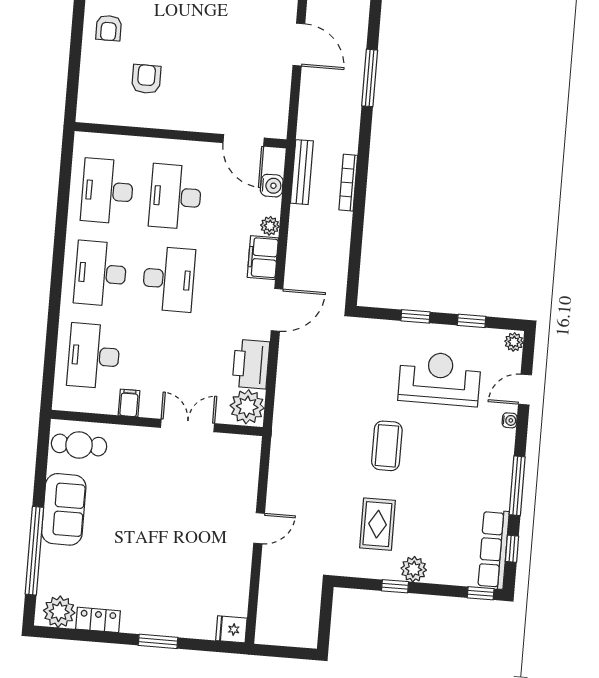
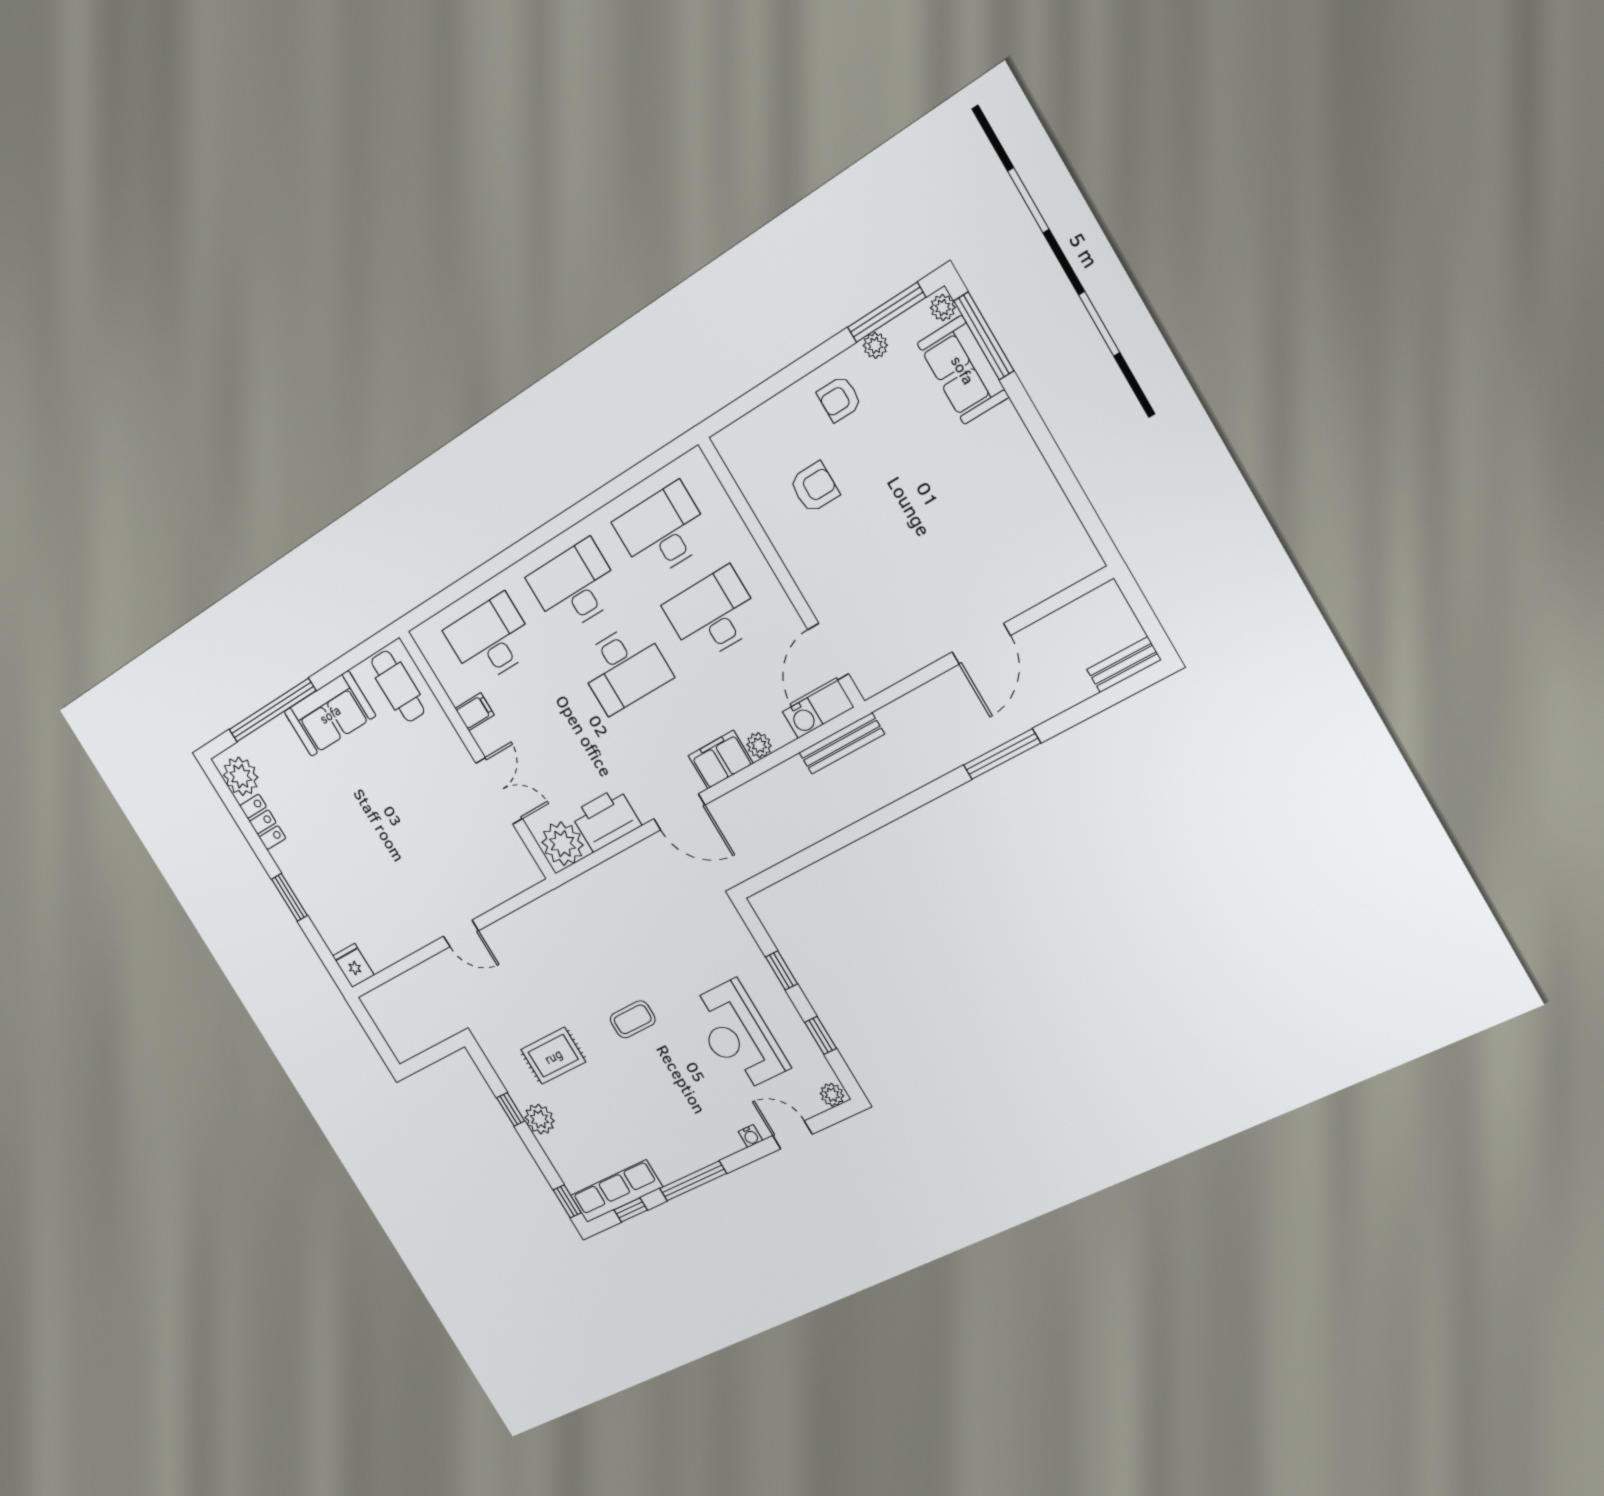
bookcase: (348, 183) -> (868, 805), removed
reception desk: (440, 379) -> (738, 1036), turned 180
coffee table: (387, 446) -> (633, 1019), width x0.73, depth x0.77

